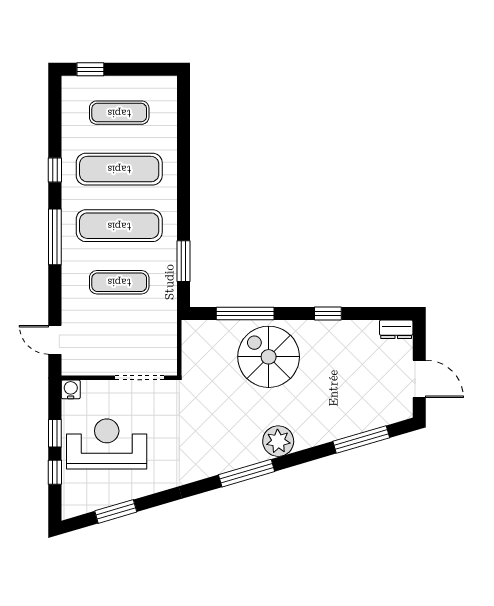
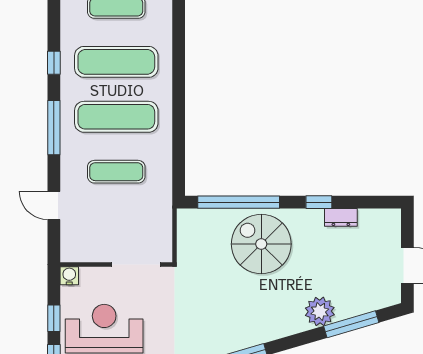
window: (183, 261) -> (179, 151), removed
window: (245, 314) -> (239, 202), width x1.46
dresser: (396, 329) -> (341, 217), moved
door: (55, 340) -> (54, 206), moved
plant: (278, 441) -> (320, 311), moved

